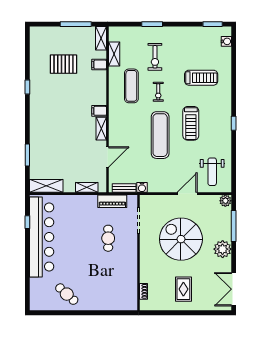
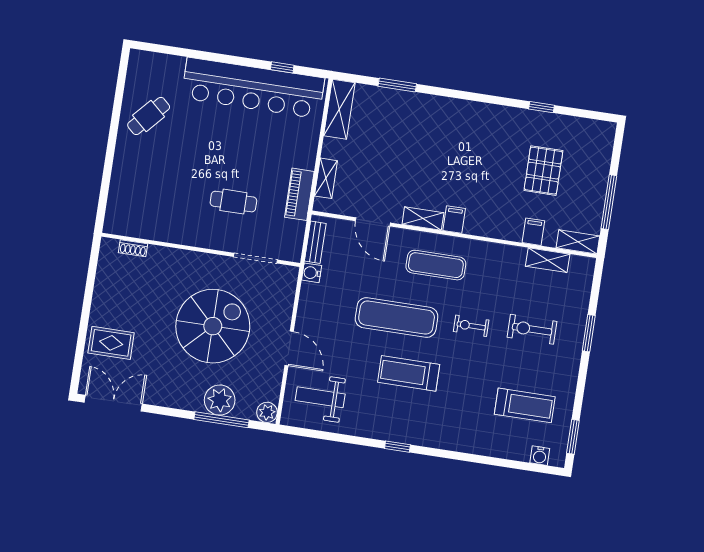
treadmill: (201, 78) -> (525, 405), moved, turned -90
exercise mat: (131, 86) -> (436, 265), moved
window: (27, 87) -> (541, 107), moved
piano: (112, 201) -> (299, 194), moved
plant: (223, 249) -> (220, 400), moved
rug: (183, 289) -> (111, 343), moved

